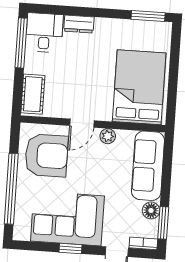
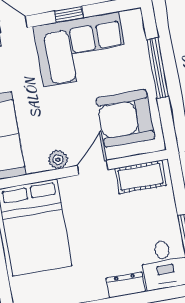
cot: (33, 94) -> (140, 177), moved, turned 90
window: (11, 189) -> (158, 68), width x0.68

